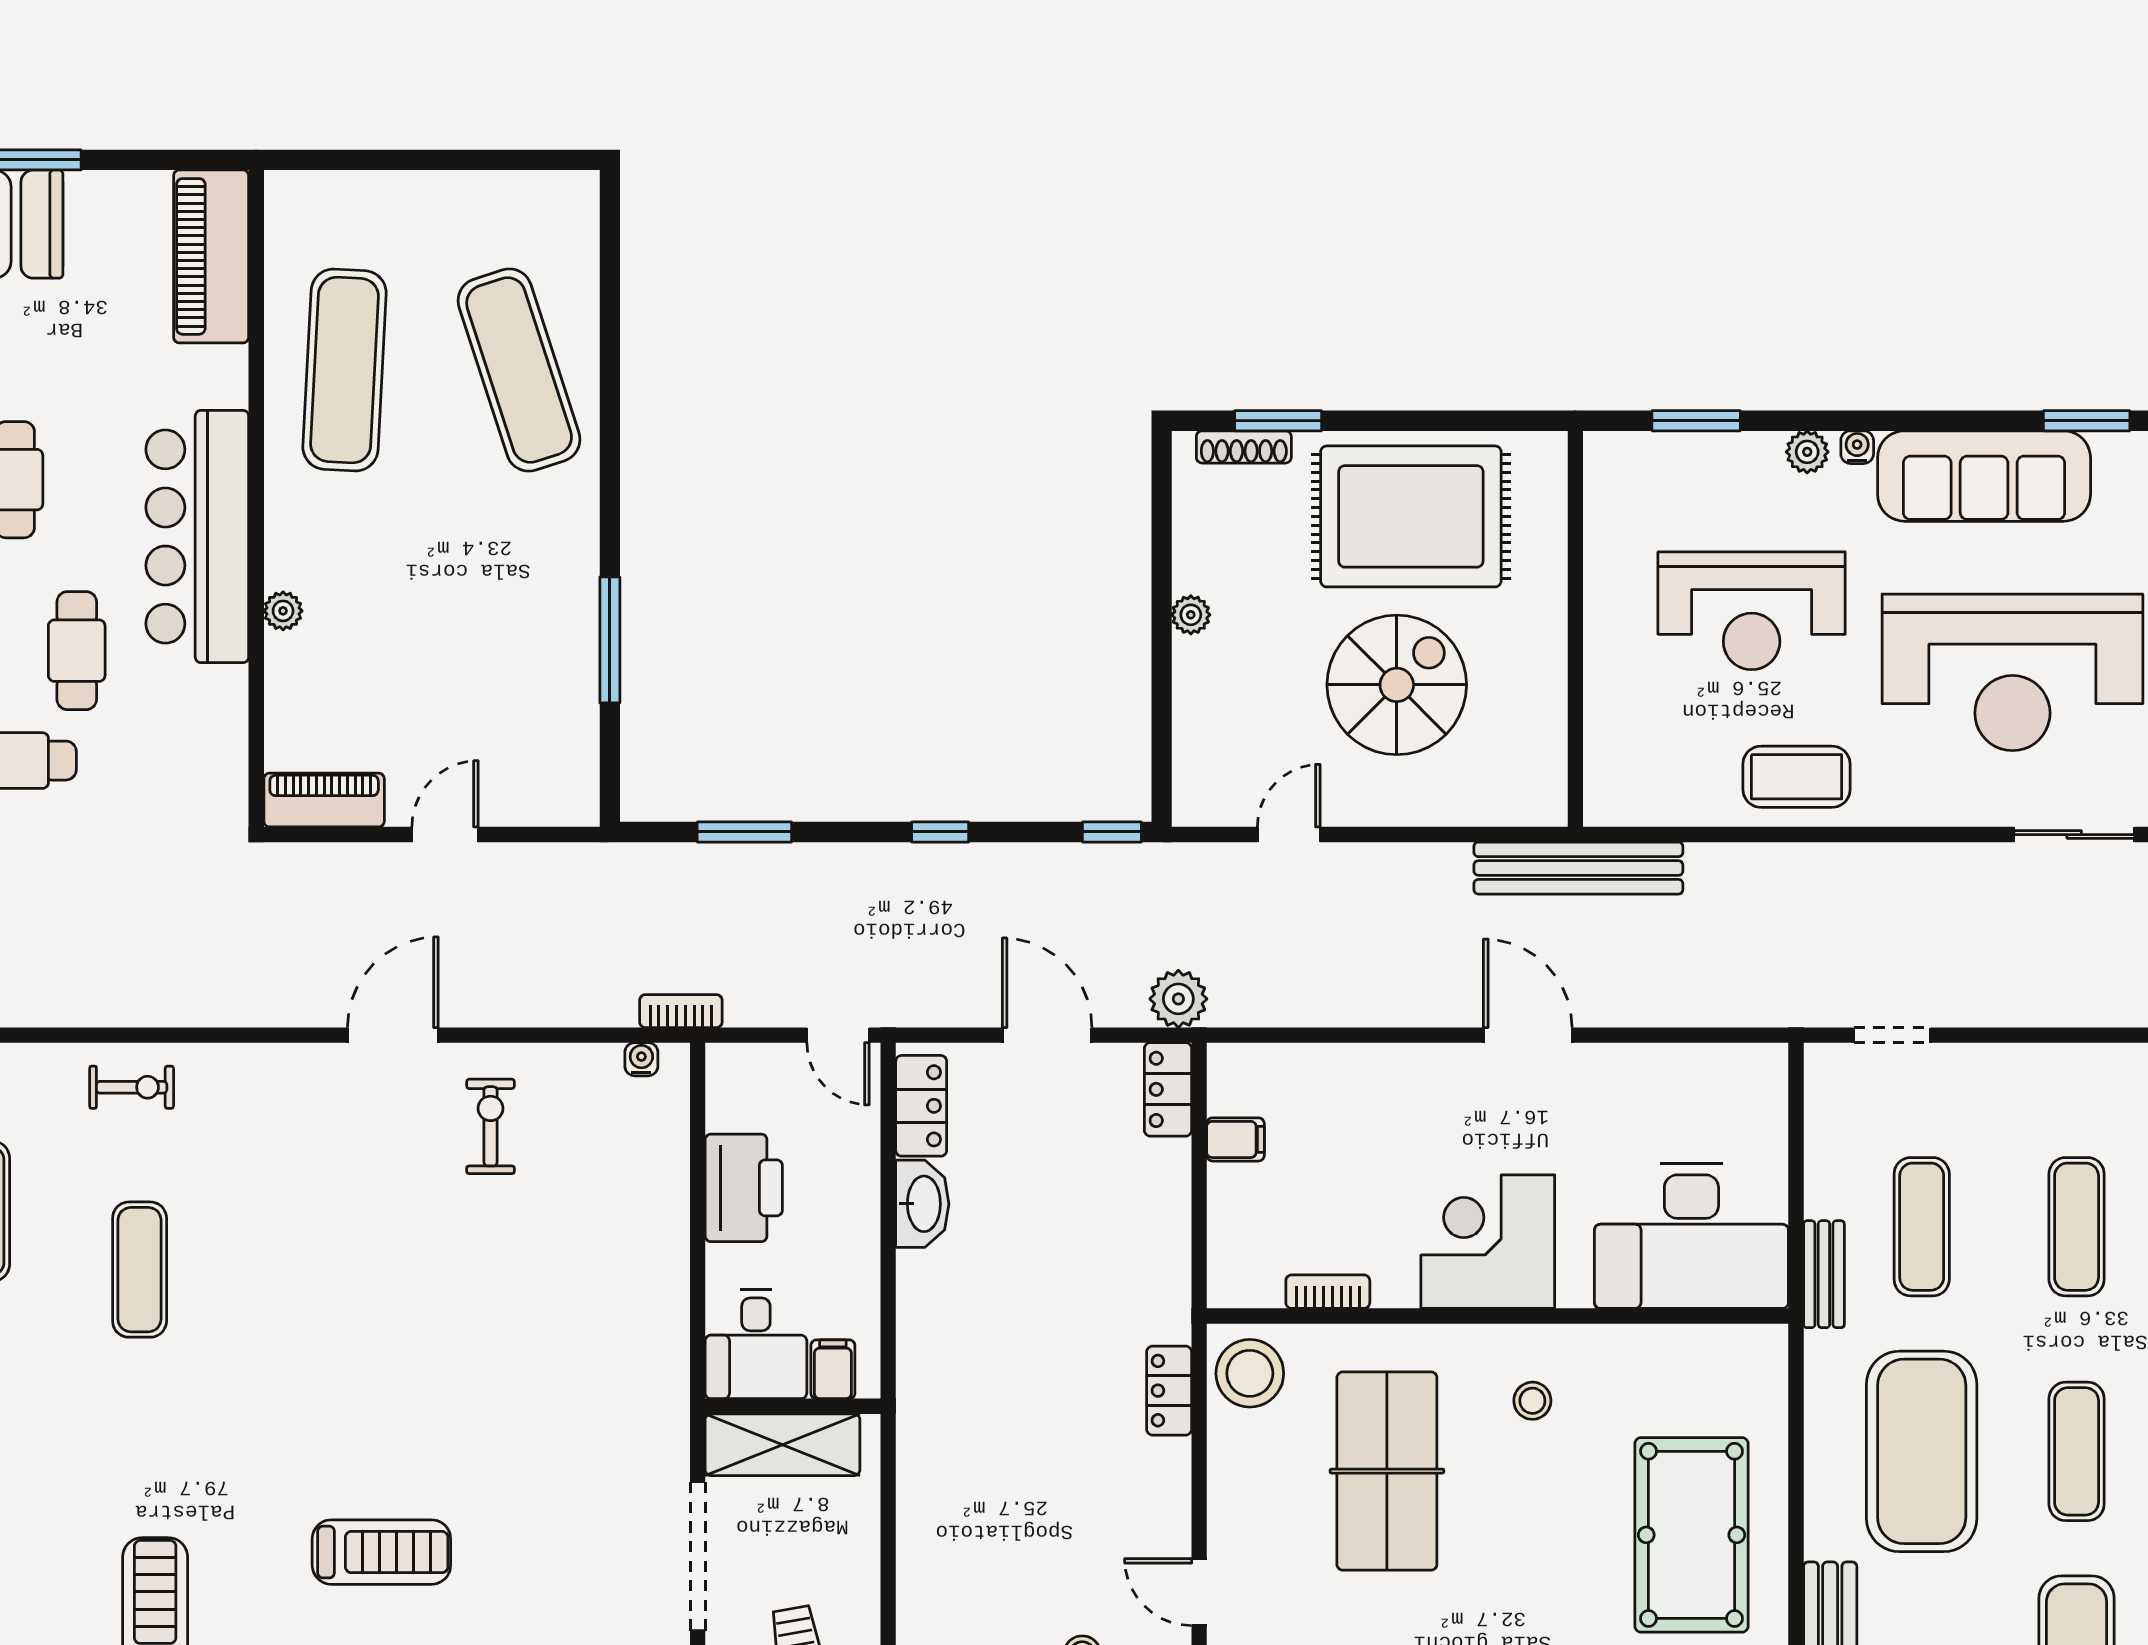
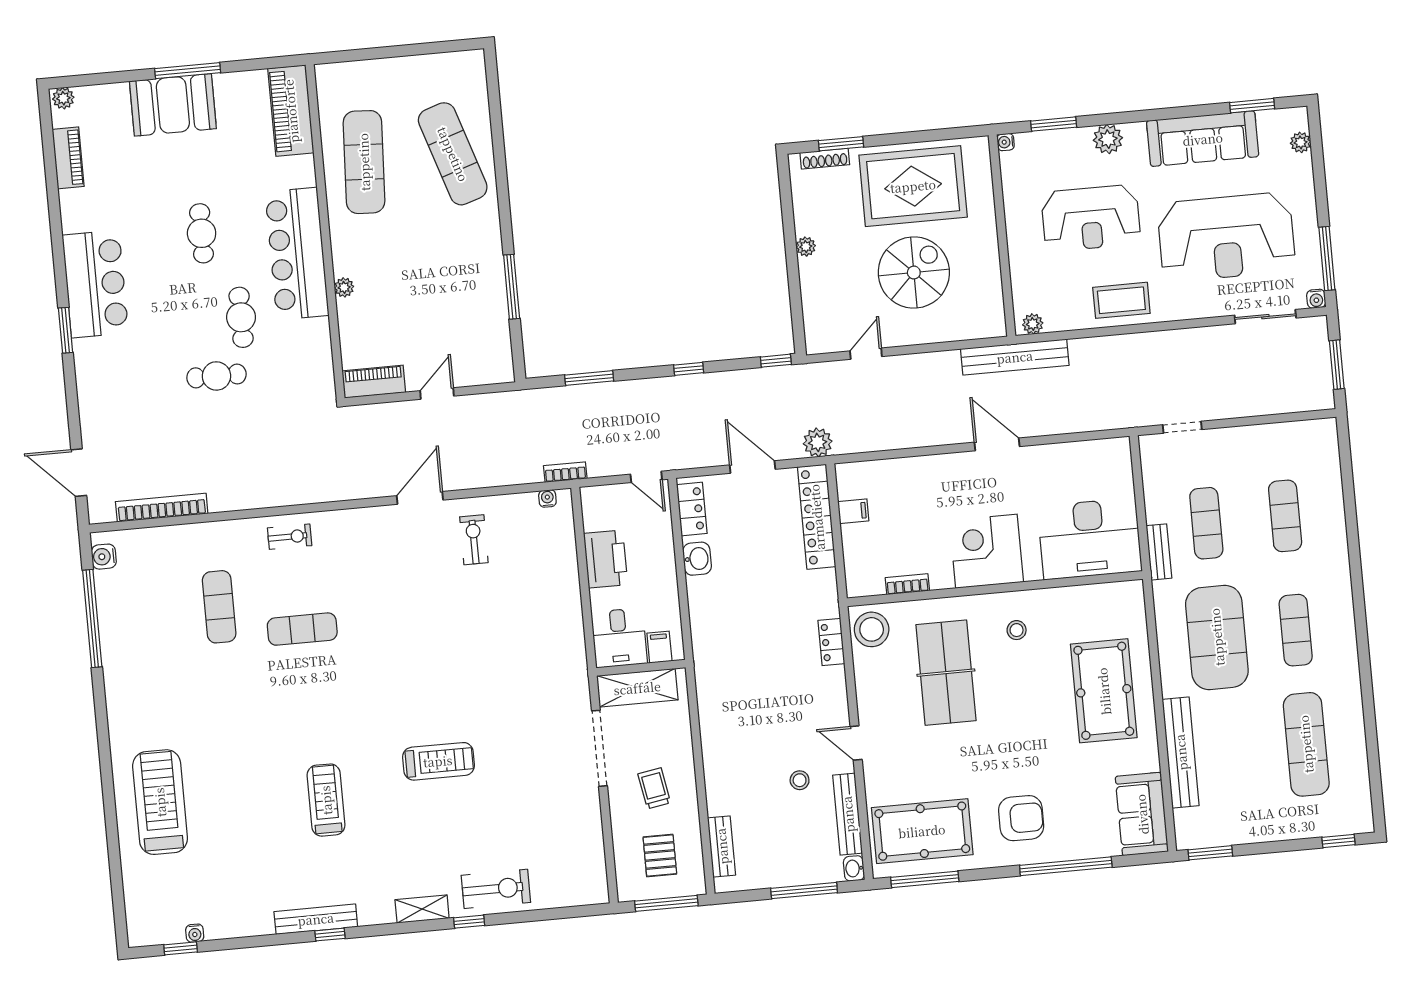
water cooler: (1857, 447) -> (1006, 142), moved, turned -90
plant: (1807, 452) -> (1108, 139), width x1.38, depth x1.38
plant: (1619, 807) -> (1033, 324), added
locker: (1168, 1089) -> (817, 517), width x2.16, depth x1.21
washbasin: (922, 1204) -> (697, 559), width x0.72
exercise mat: (140, 1270) -> (302, 629), turned 90

